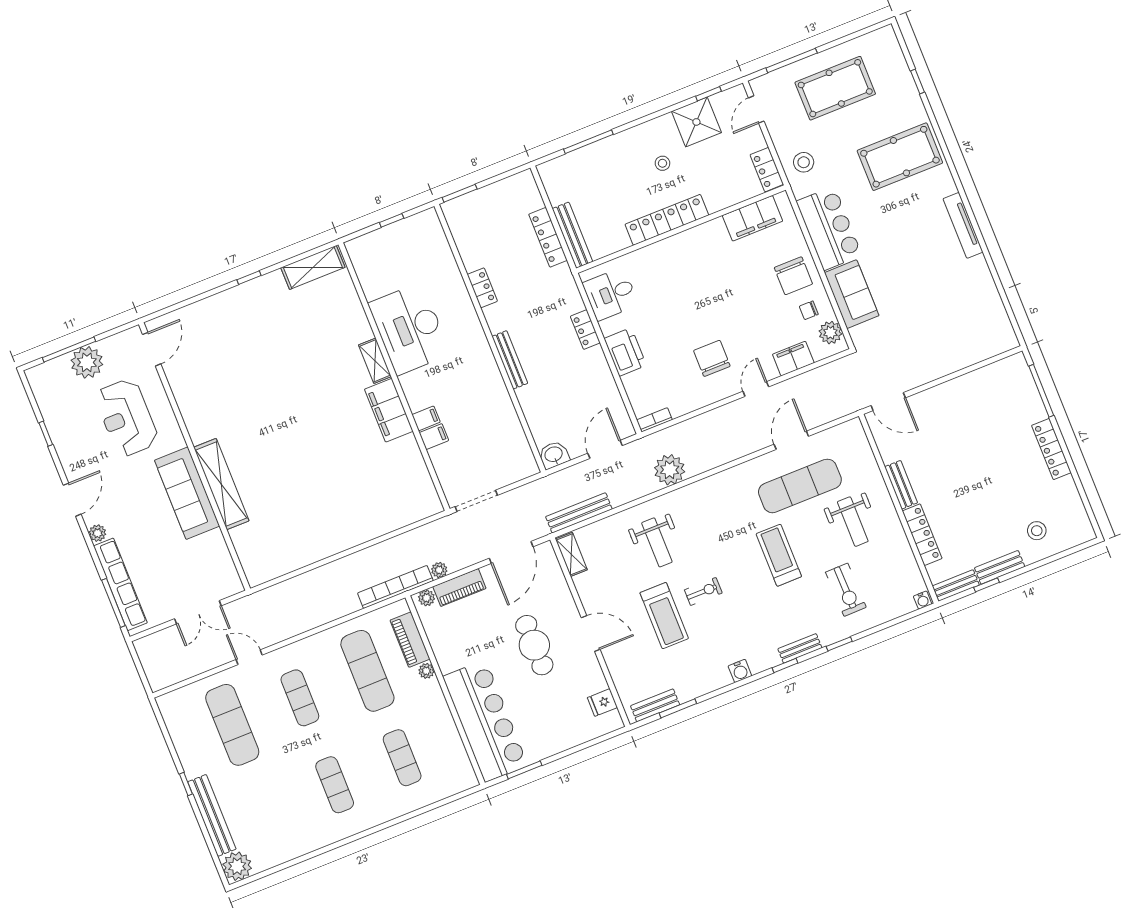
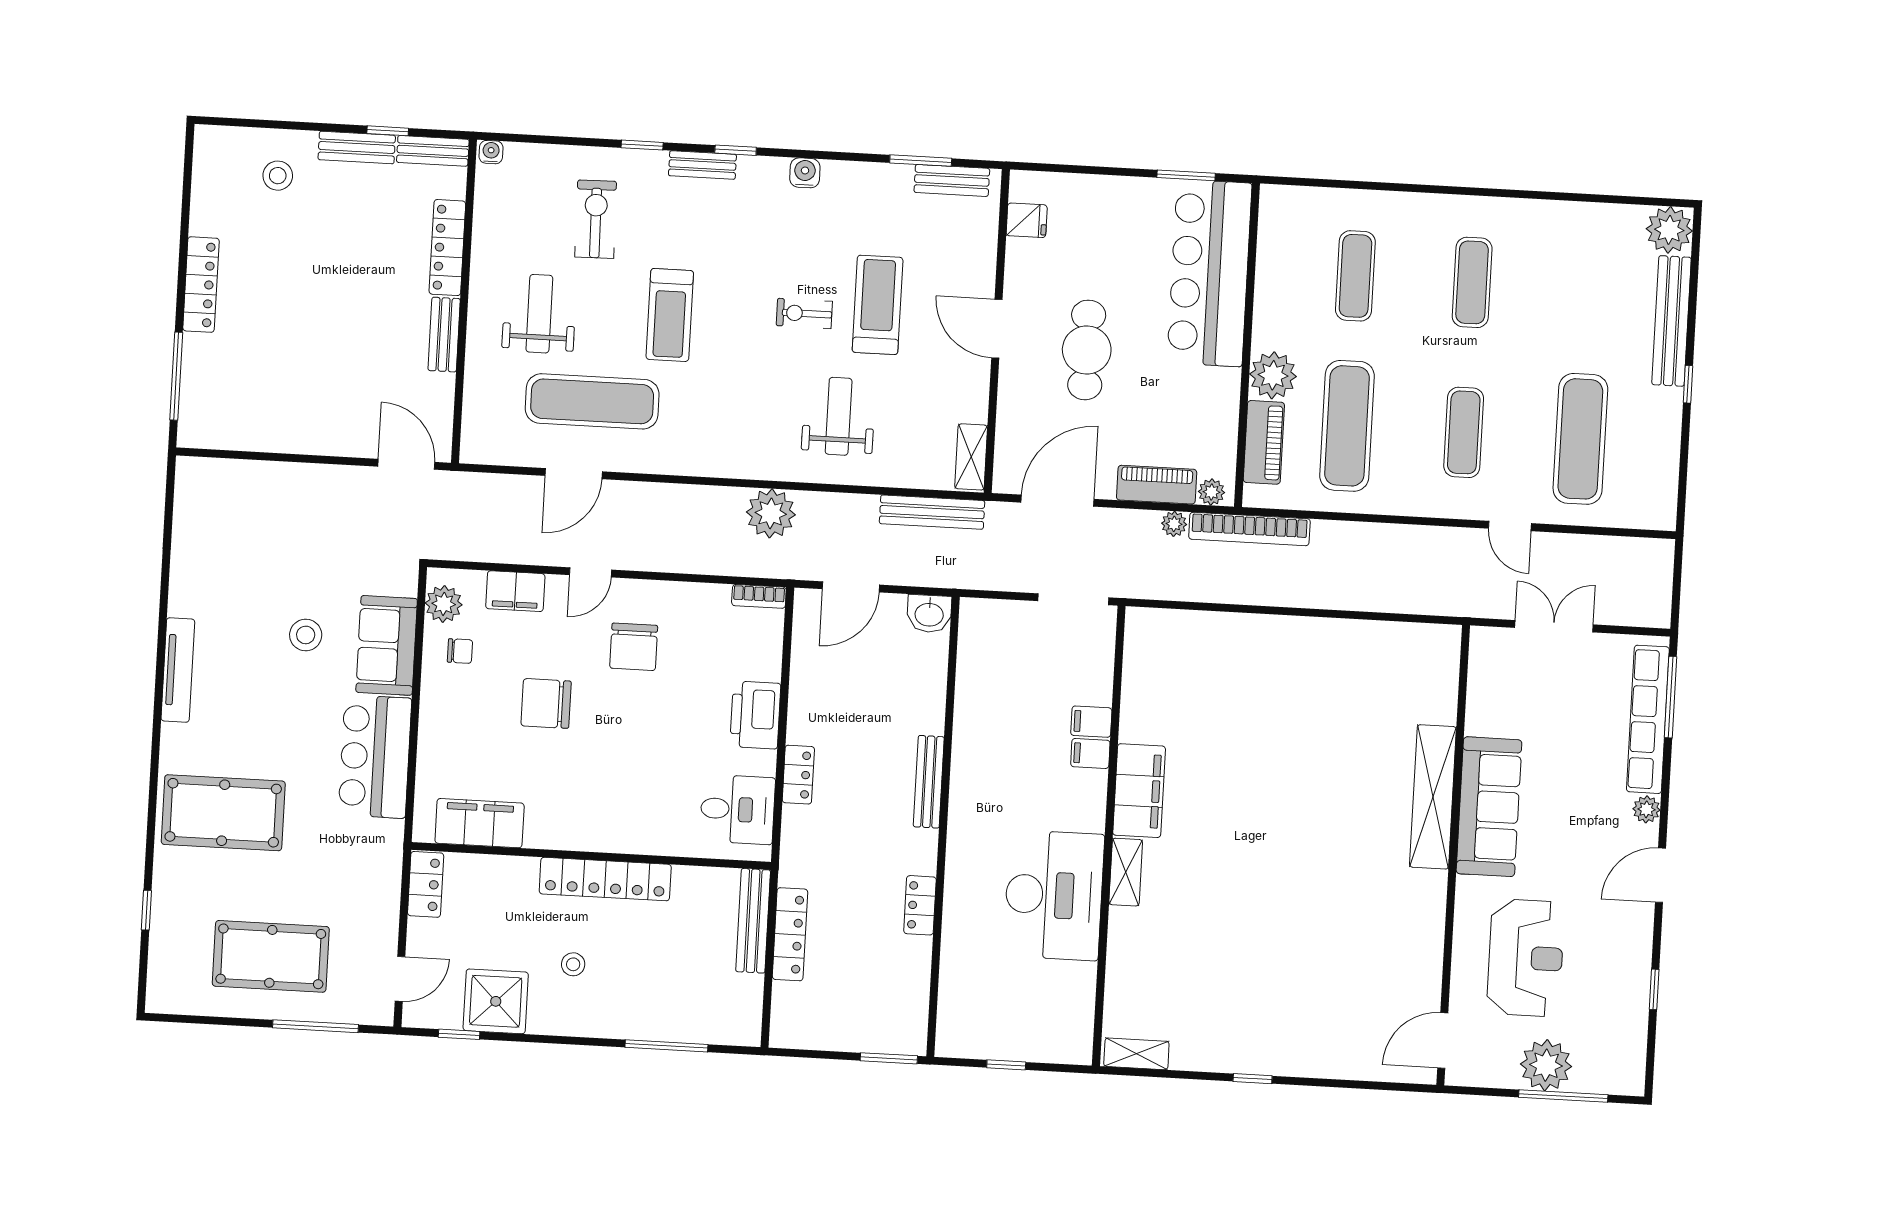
stool: (804, 162) -> (306, 635), moved
shelving: (313, 267) -> (1136, 1054), width x0.67, depth x0.75
chair: (793, 276) -> (546, 703), moved, turned -90
plant: (426, 671) -> (1273, 375), width x1.88, depth x1.88

